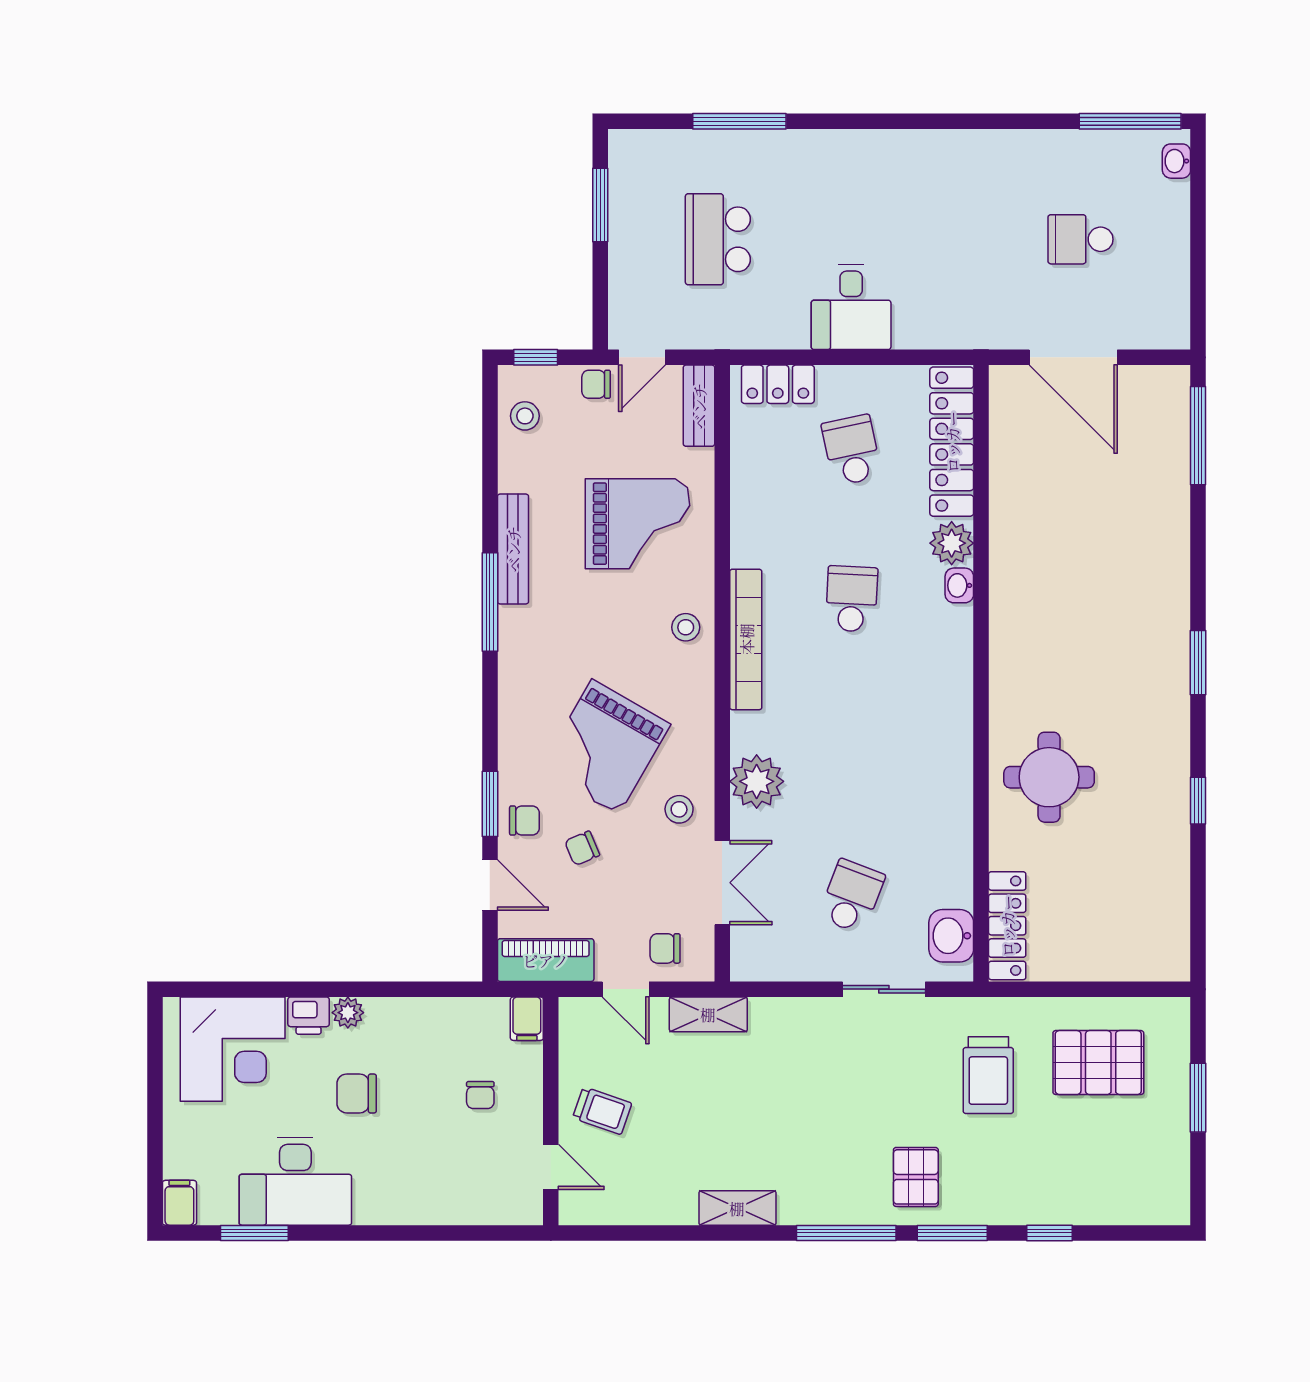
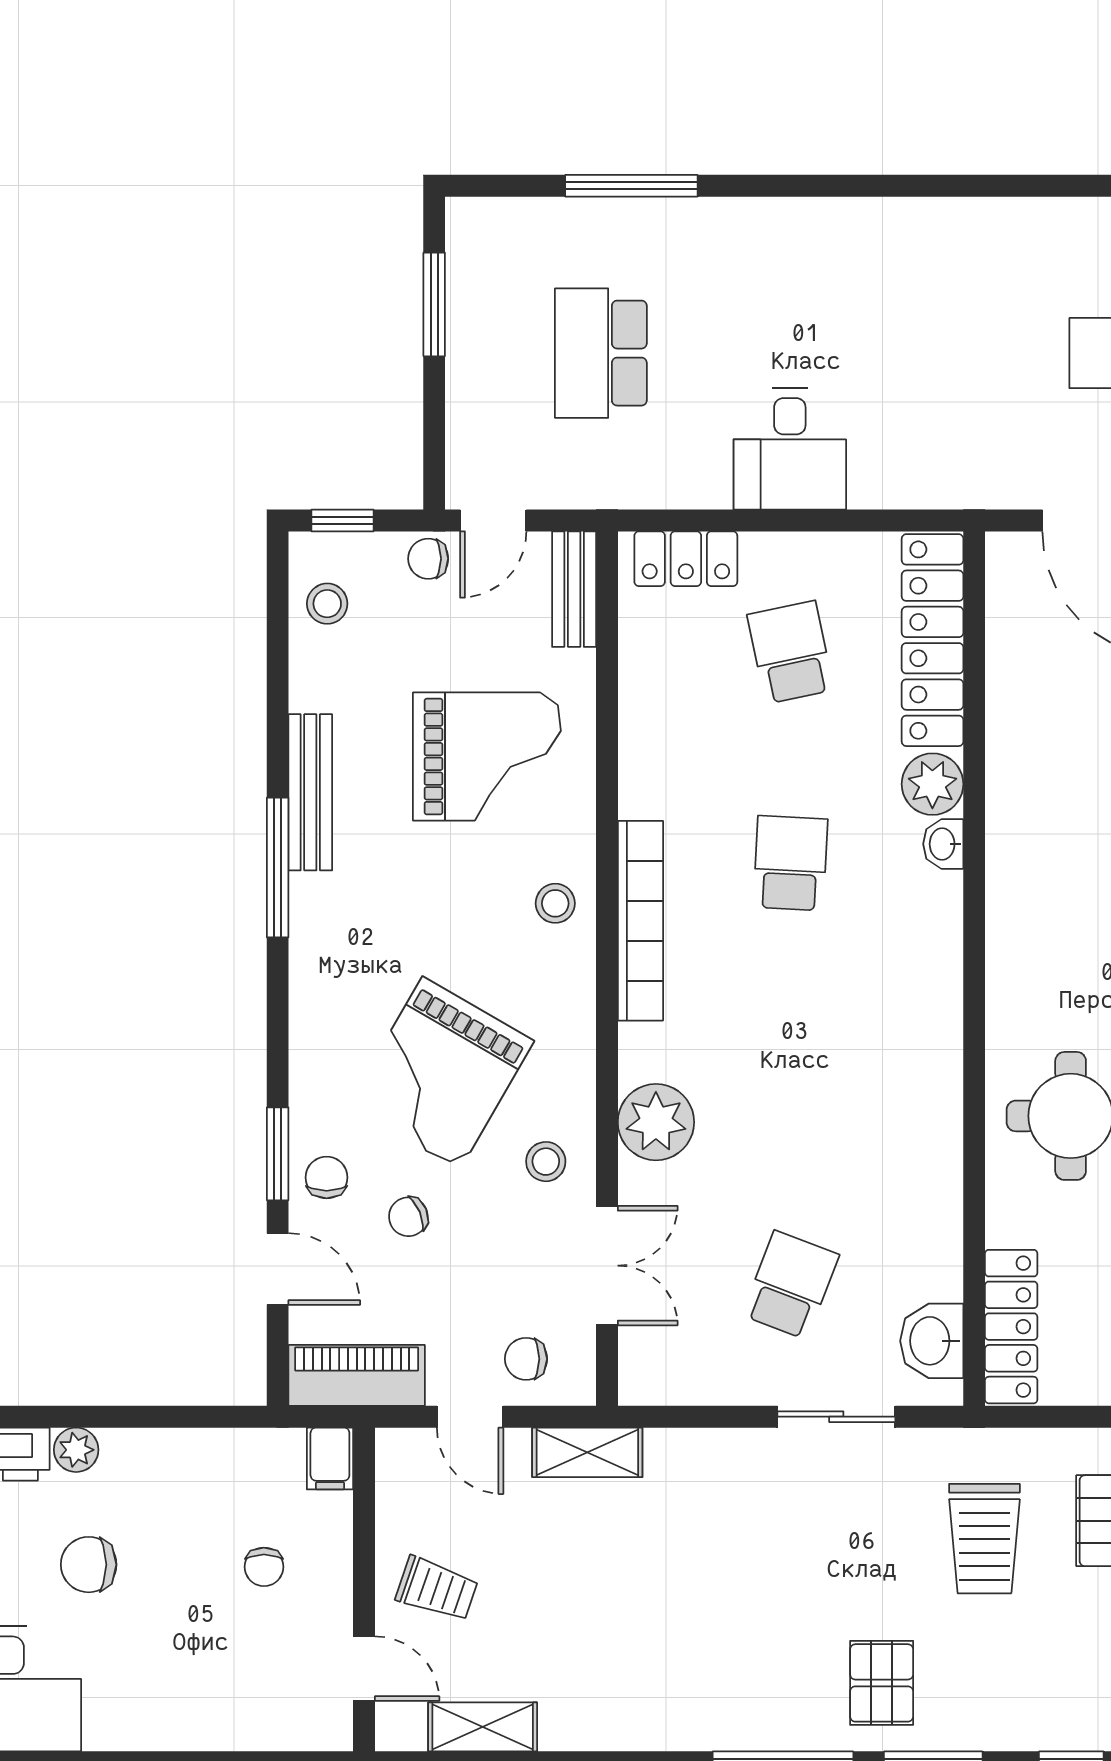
chair: (524, 821) -> (327, 1177), turned -90
shelving: (737, 1208) -> (483, 1727), moved

